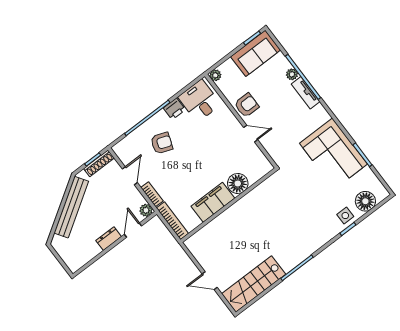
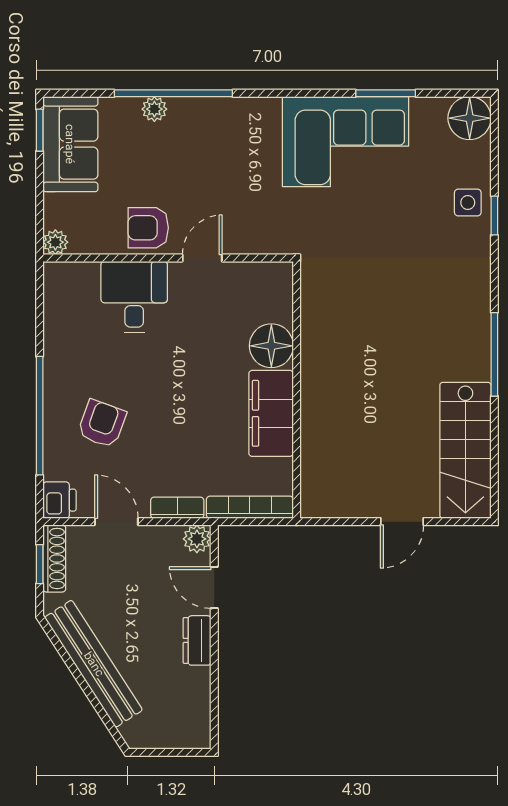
tv unit: (306, 93) -> (204, 110), removed
desk: (200, 101) -> (134, 297), moved, turned 90
armchair: (247, 105) -> (148, 228), turned -90
printer: (174, 109) -> (59, 500), moved
floor lamp: (365, 201) -> (470, 118), moved

